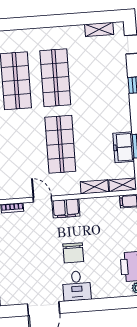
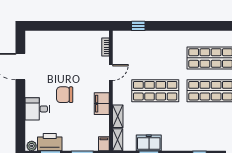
filing cabinet: (66, 208) -> (102, 104), moved
desk: (77, 286) -> (37, 109), moved

